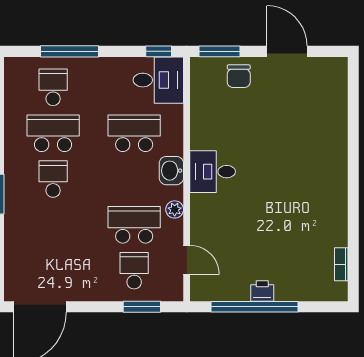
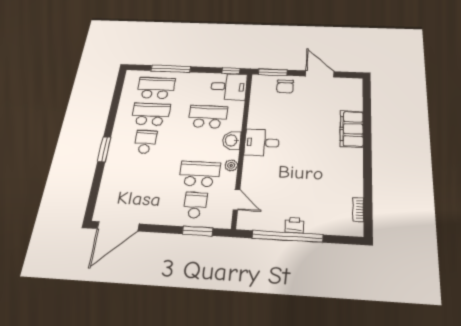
school desk: (53, 87) -> (156, 88), width x1.85
filing cabinet: (333, 143) -> (352, 129), added

